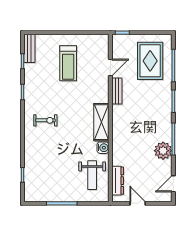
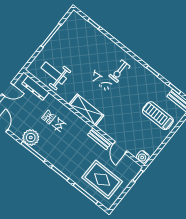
treadmill: (68, 63) -> (158, 116), moved
water cooler: (103, 148) -> (143, 157), moved

